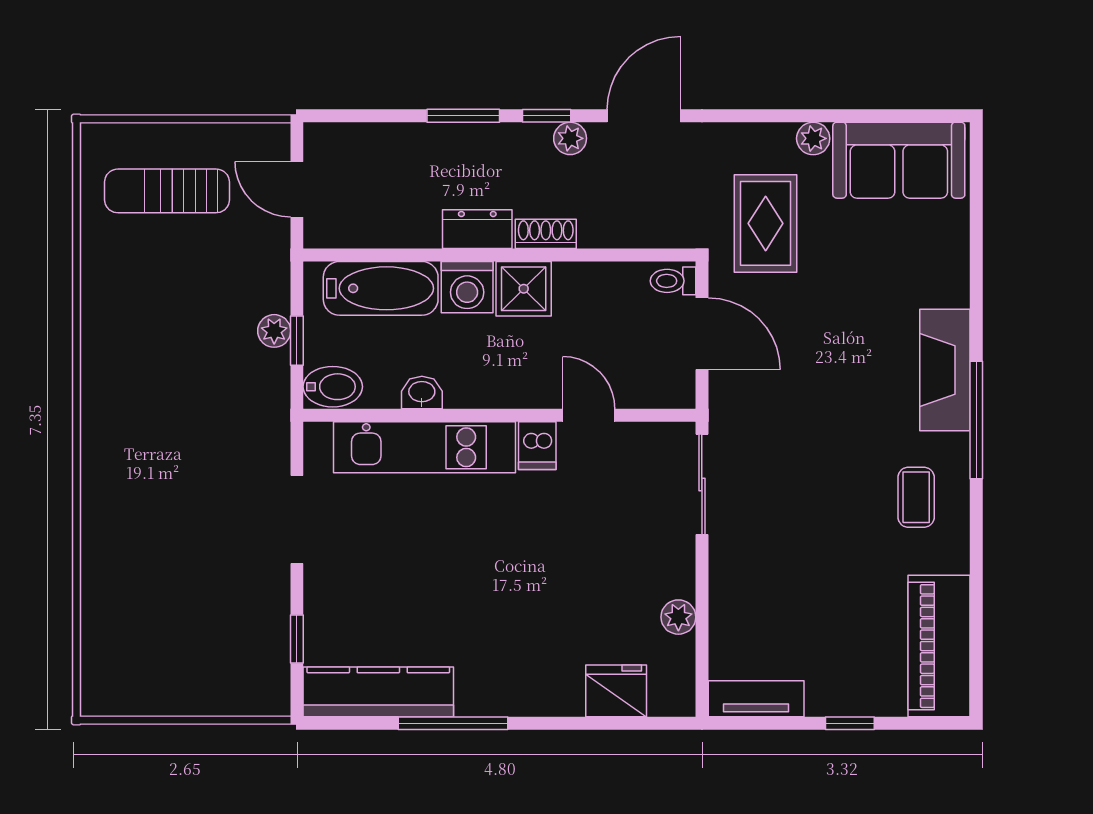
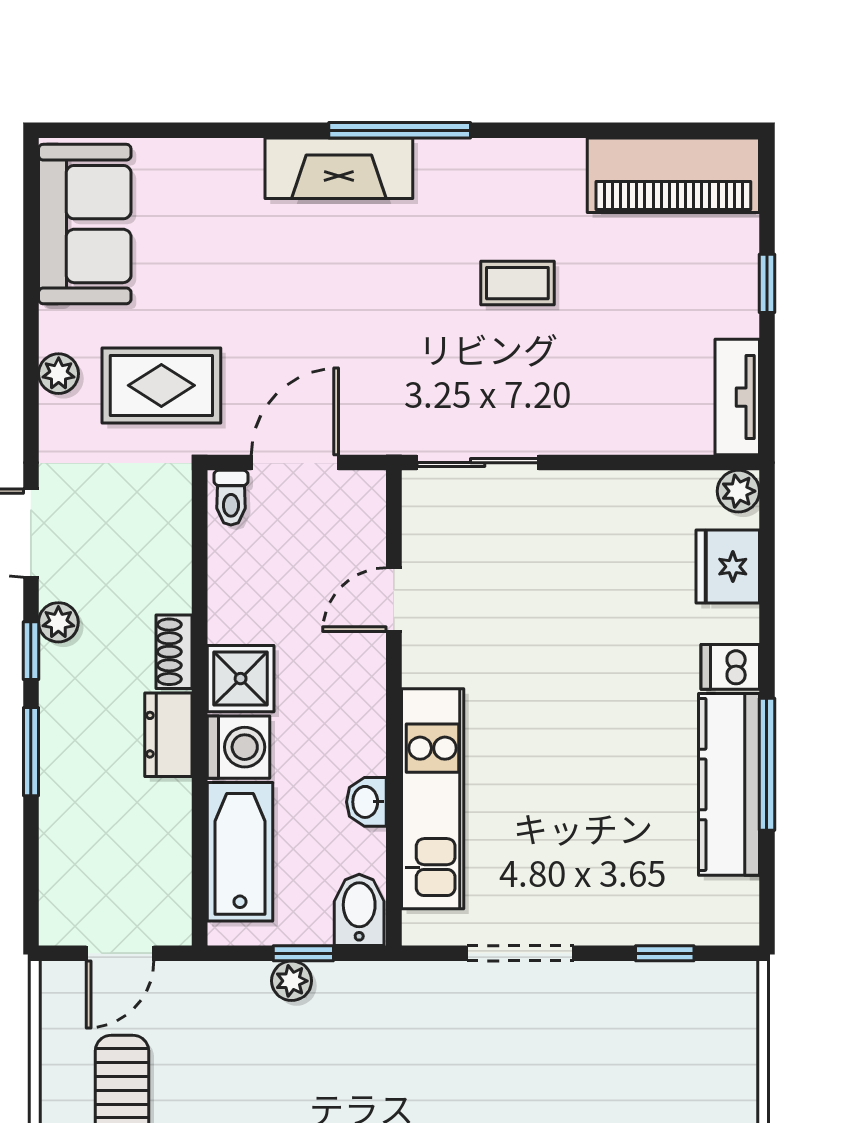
plant: (813, 138) -> (59, 374), moved
dishwasher: (537, 446) -> (730, 667), moved, turned 180
coffee table: (916, 497) -> (517, 283), moved
plant: (678, 617) -> (738, 491), moved
kitchen counter: (378, 692) -> (729, 784), moved

